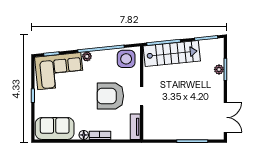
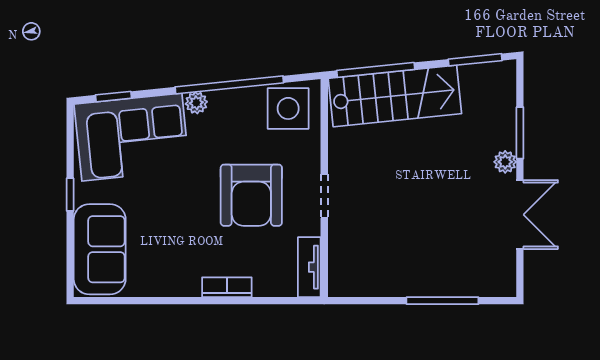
plant: (219, 69) -> (505, 162), moved
armchair: (110, 96) -> (251, 195), turned -90
double door: (225, 117) -> (520, 215), moved
sofa: (55, 128) -> (100, 249), moved, turned 90
floor lamp: (84, 135) -> (189, 286), removed

